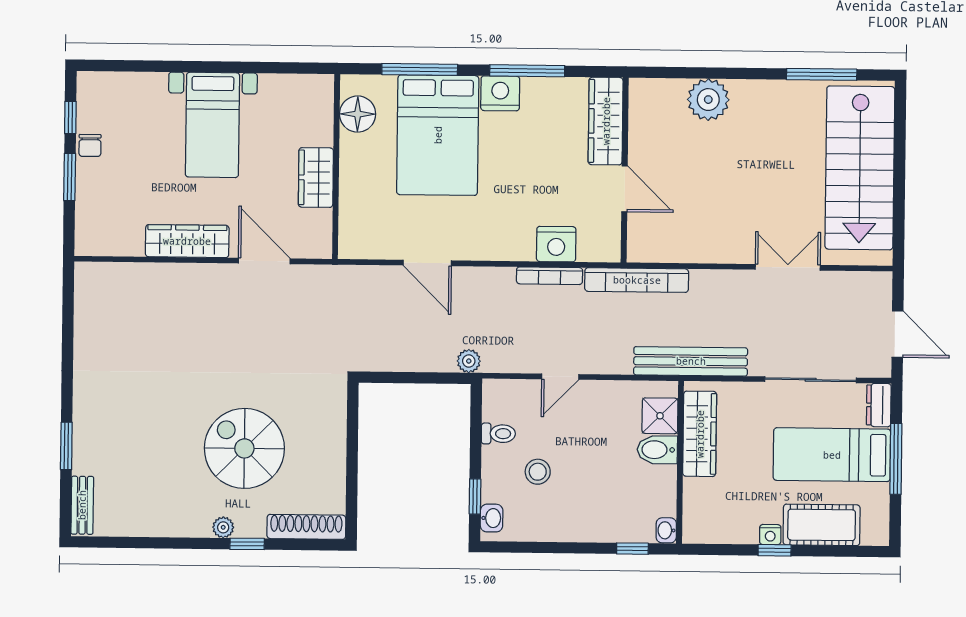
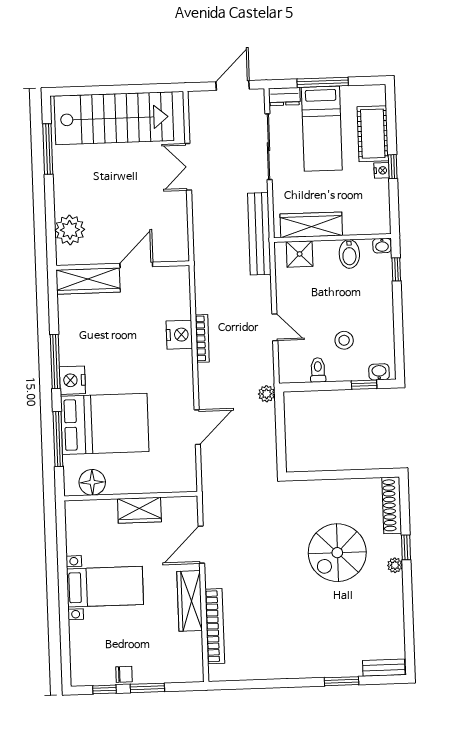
wardrobe: (606, 121) -> (88, 281), moved
wall: (625, 170) -> (123, 266), moved
door: (625, 189) -> (136, 265), moved
bookcase: (637, 280) -> (215, 626), moved
bidet: (657, 450) -> (349, 254), moved

